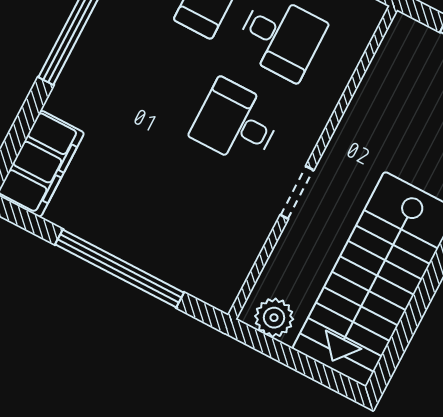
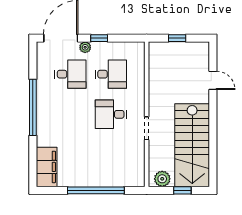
window: (304, 365) -> (182, 190), added

